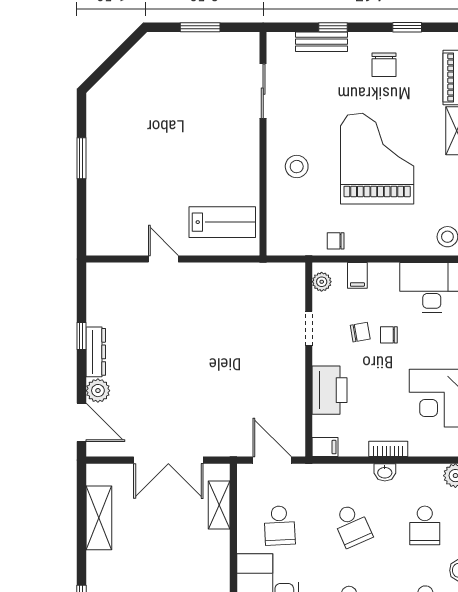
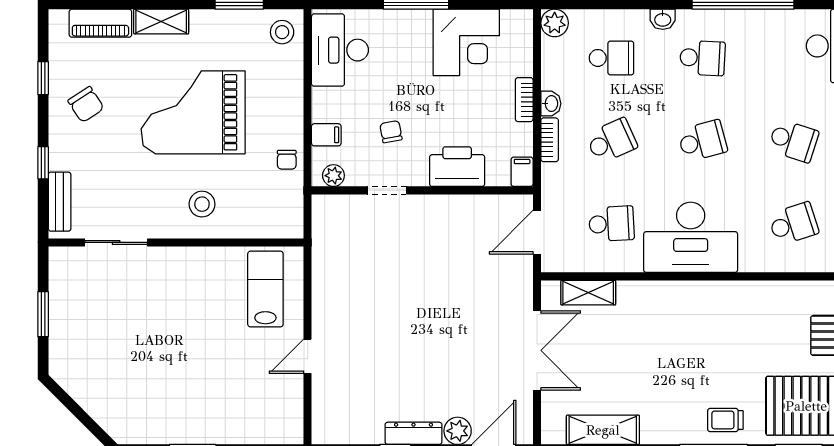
bench: (322, 42) -> (60, 202), moved
chair: (384, 65) -> (86, 104), turned 57
chair: (389, 335) -> (394, 99), removed
bookcase: (353, 471) -> (550, 140), added

